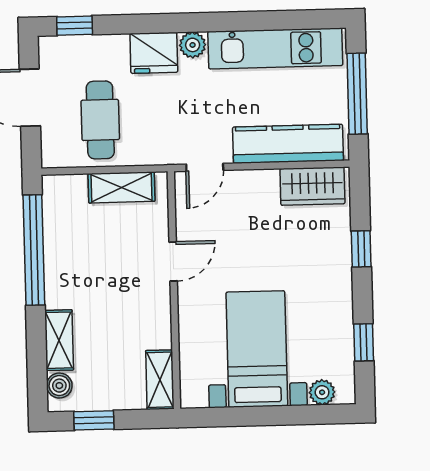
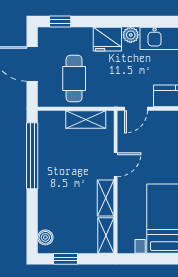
shelving: (59, 340) -> (106, 198), moved

